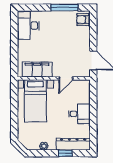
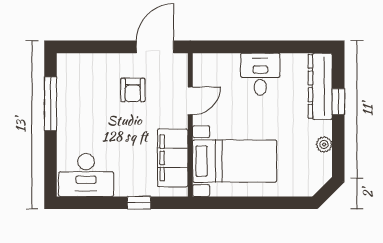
armchair: (83, 20) -> (133, 90), moved
window: (14, 52) -> (139, 203), added
door: (66, 78) -> (190, 101), hinge flipped

